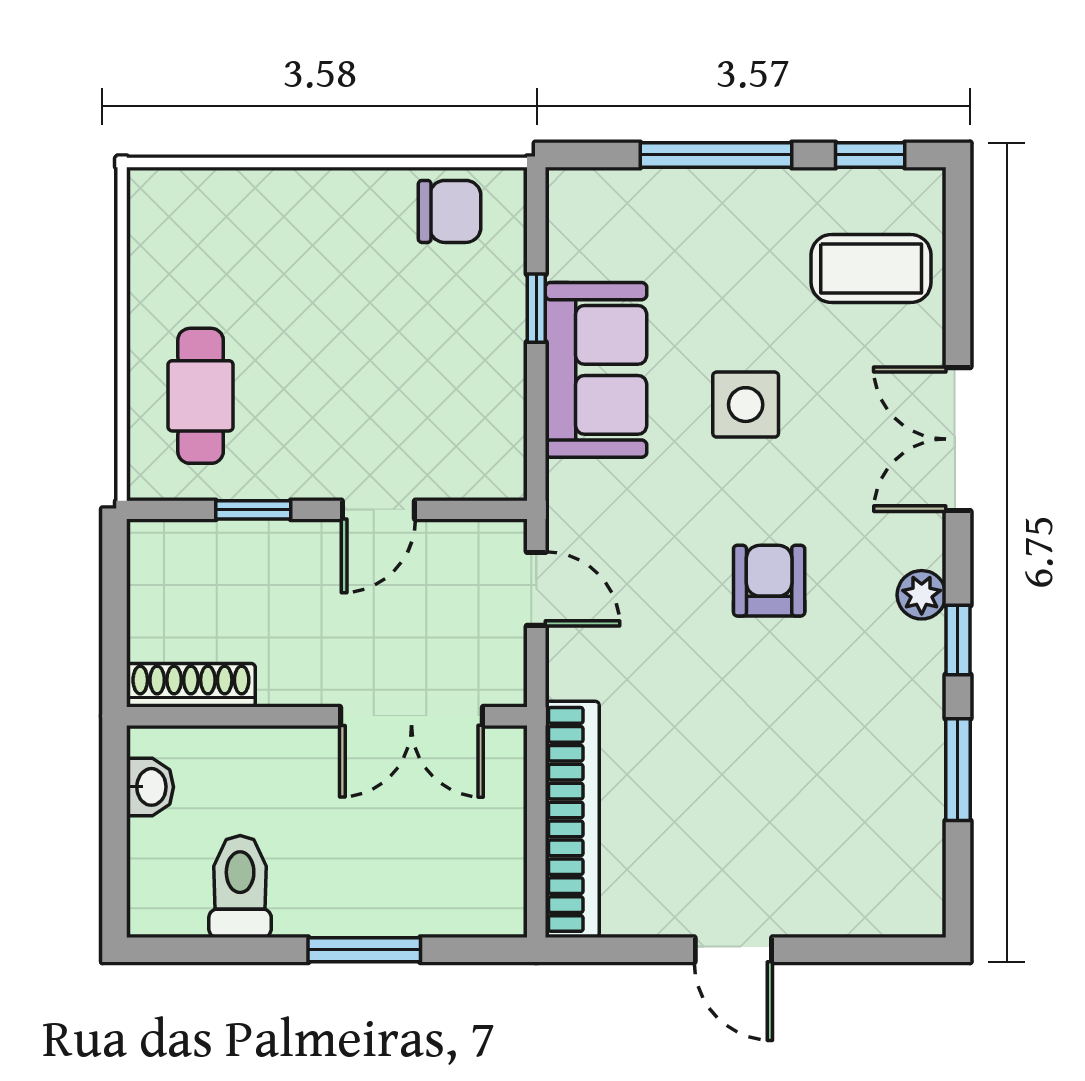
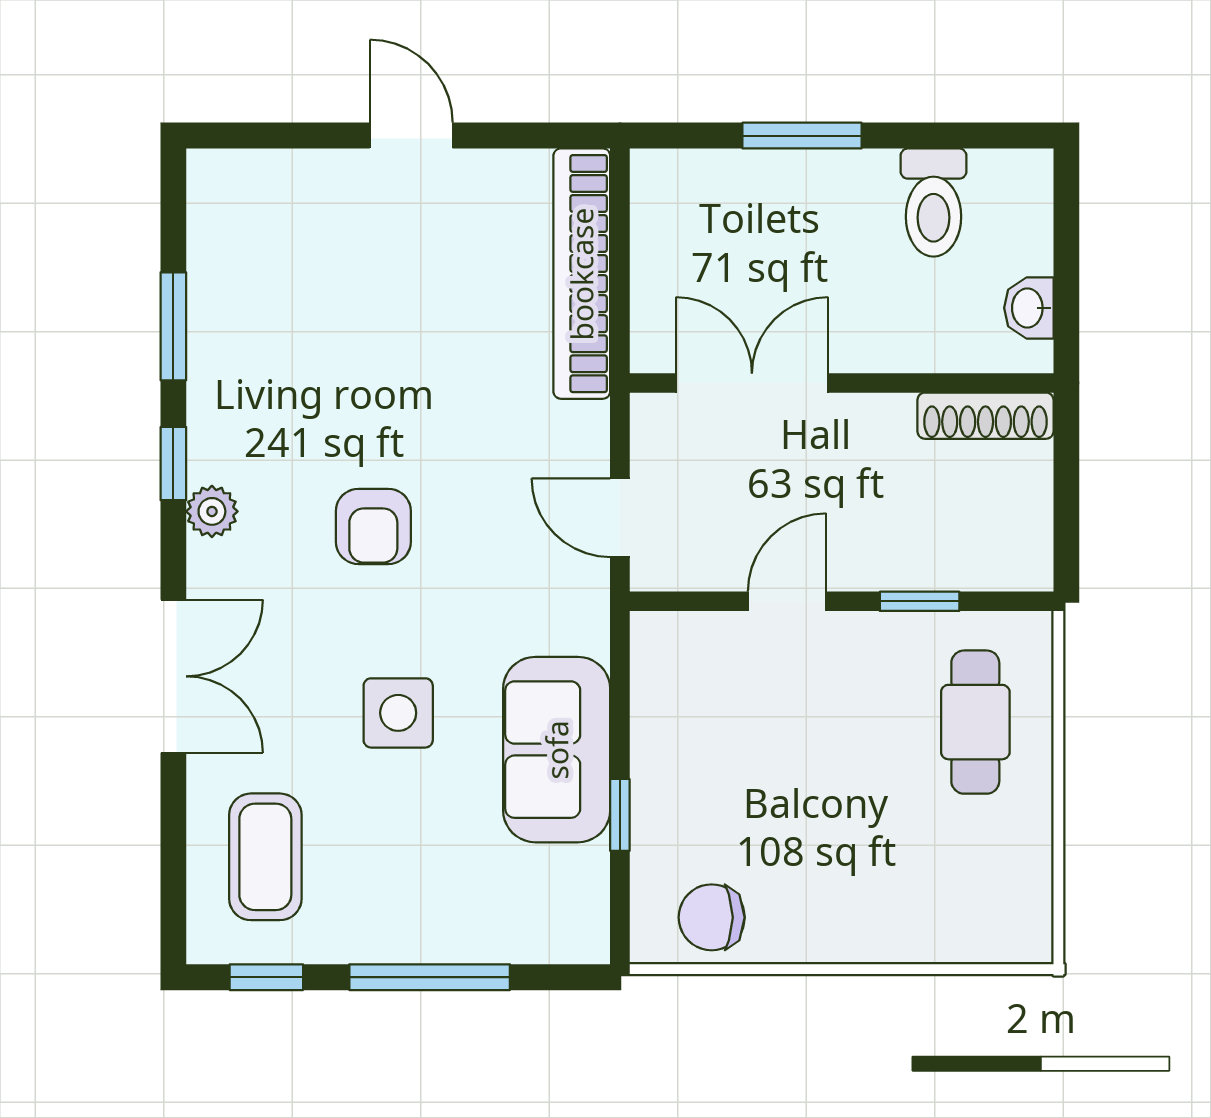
coffee table: (871, 269) -> (265, 857), turned 90

